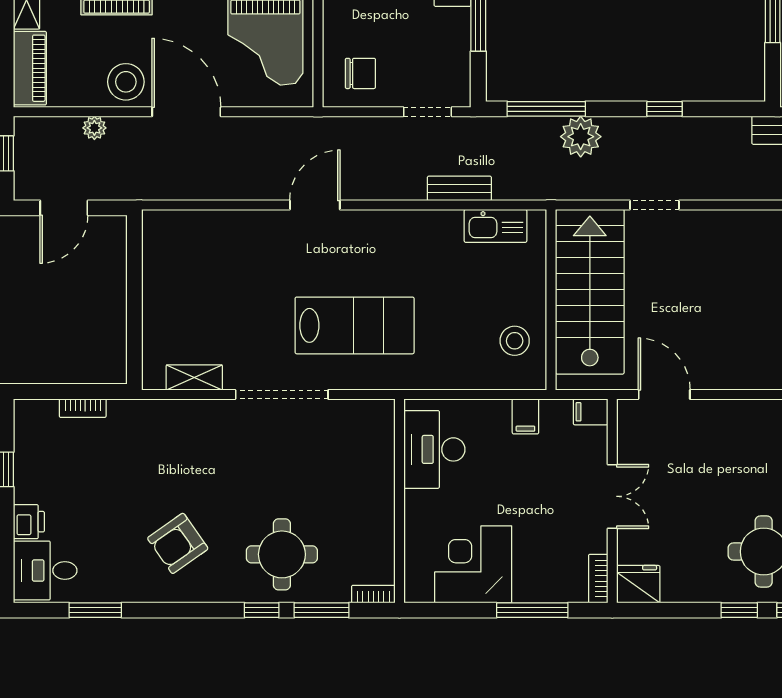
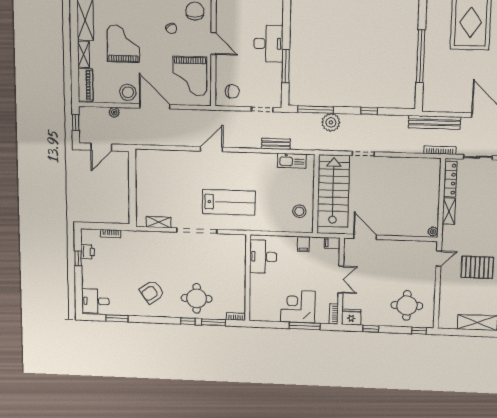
printer: (29, 522) -> (88, 252), moved
corner desk: (473, 564) -> (298, 307), moved
window: (739, 610) -> (371, 329), moved

